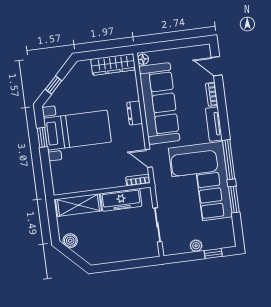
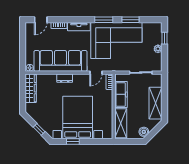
bed with nightstands: (77, 130) -> (78, 118), width x1.36
window: (229, 160) -> (104, 20), width x0.69
shelving: (115, 253) -> (156, 103), added

